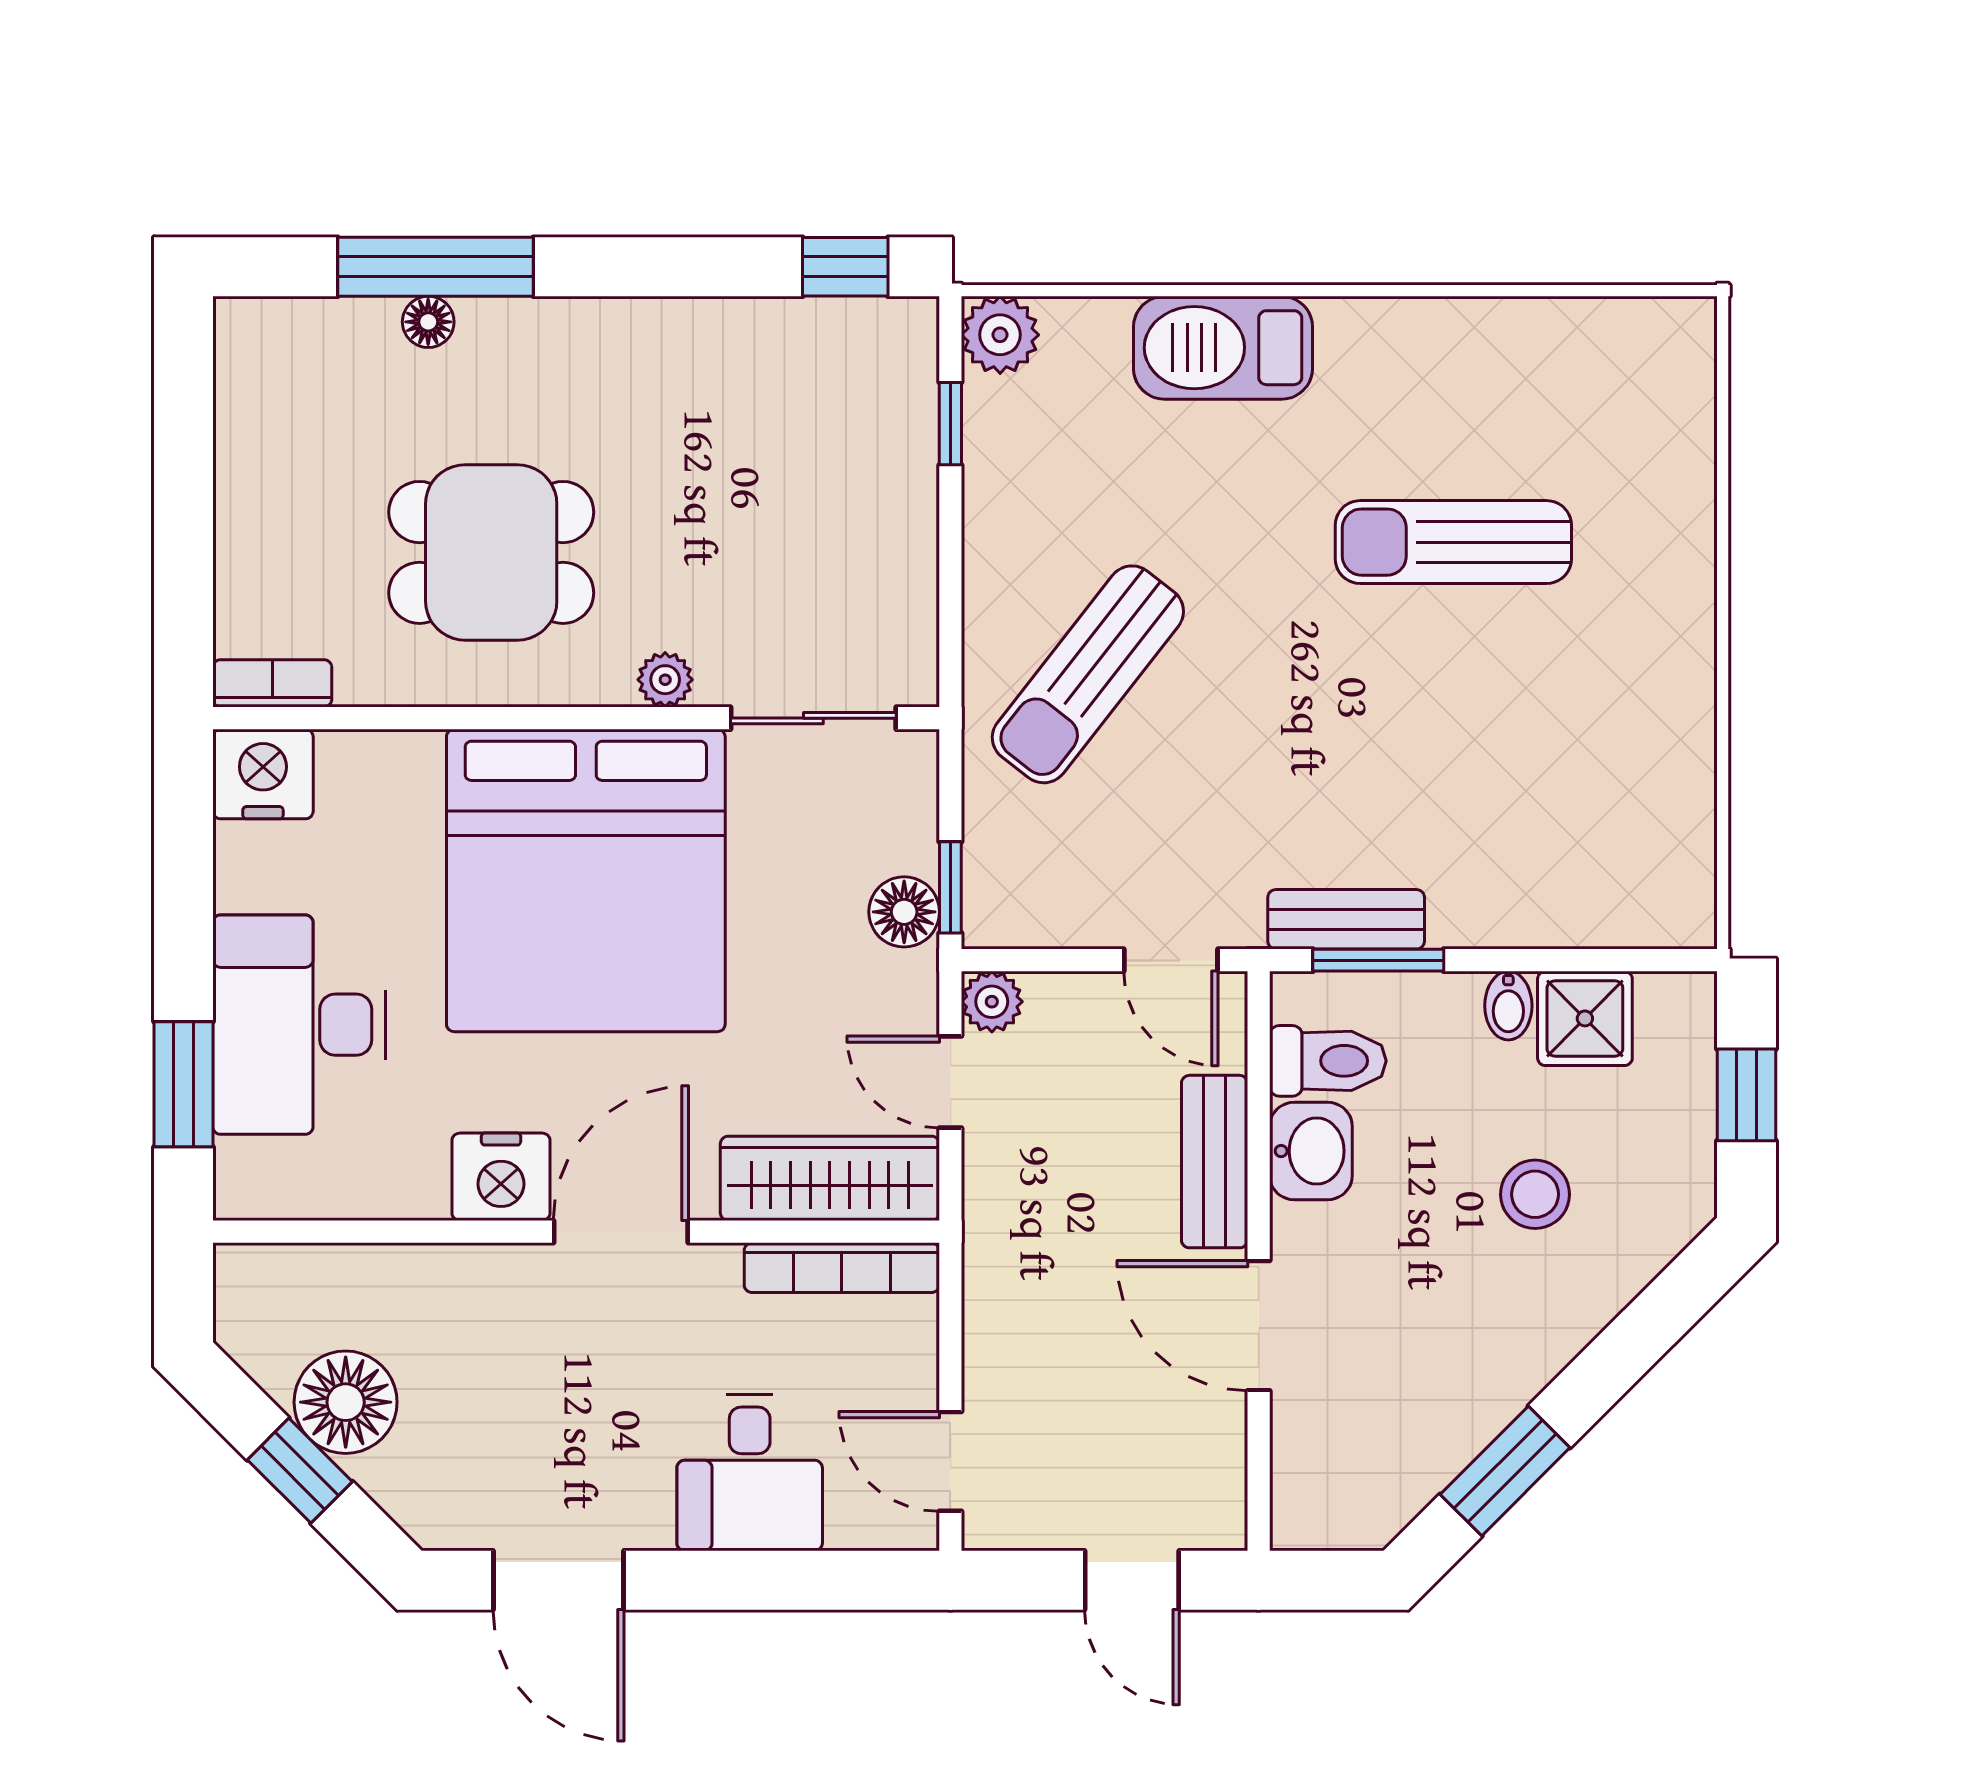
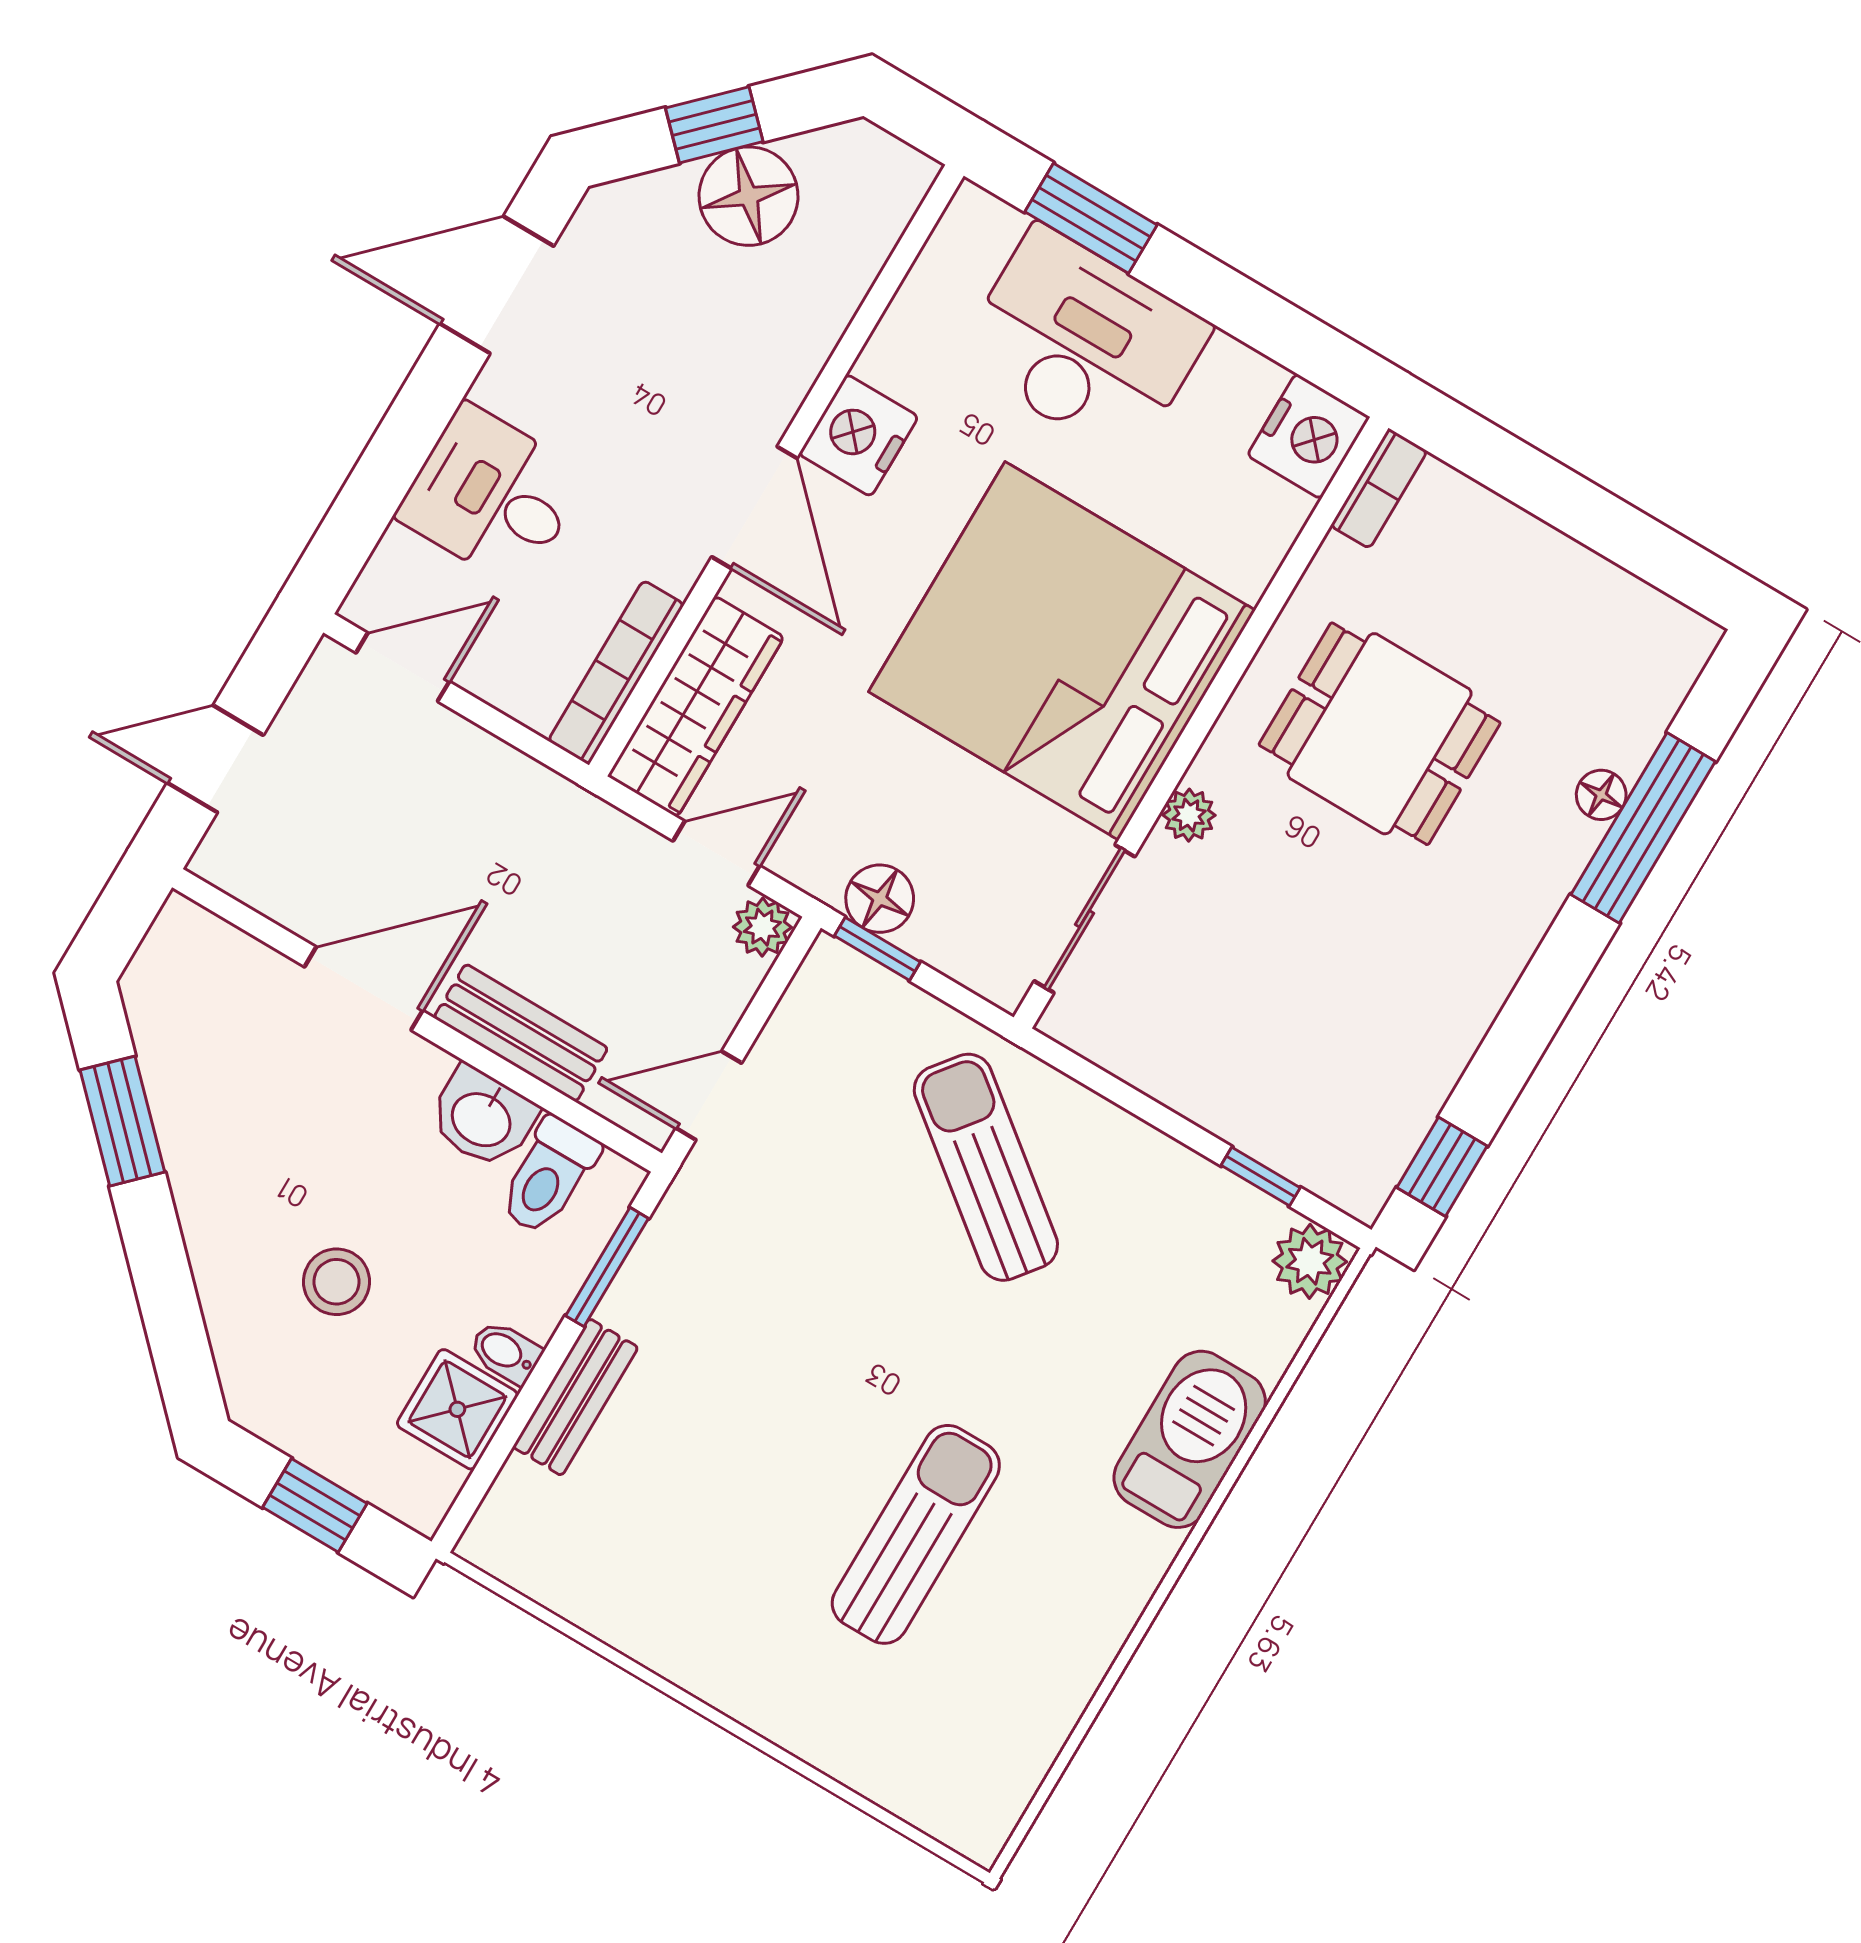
dining table: (491, 552) -> (1380, 734), turned 90
bench: (1346, 919) -> (575, 1397), moved

